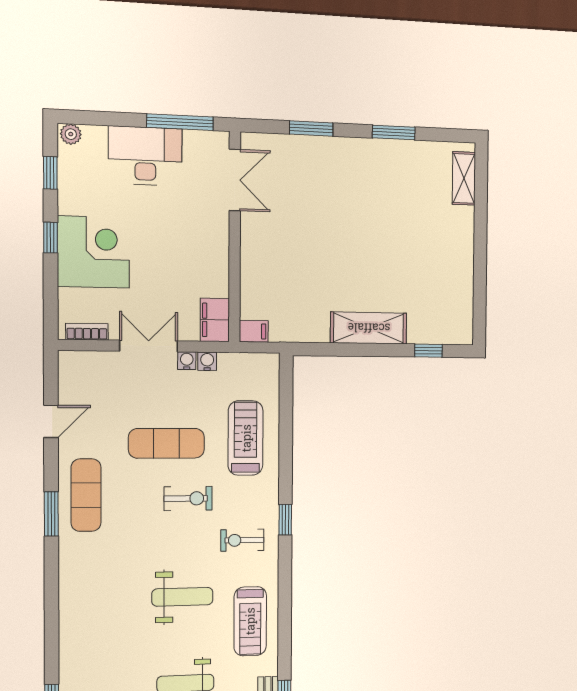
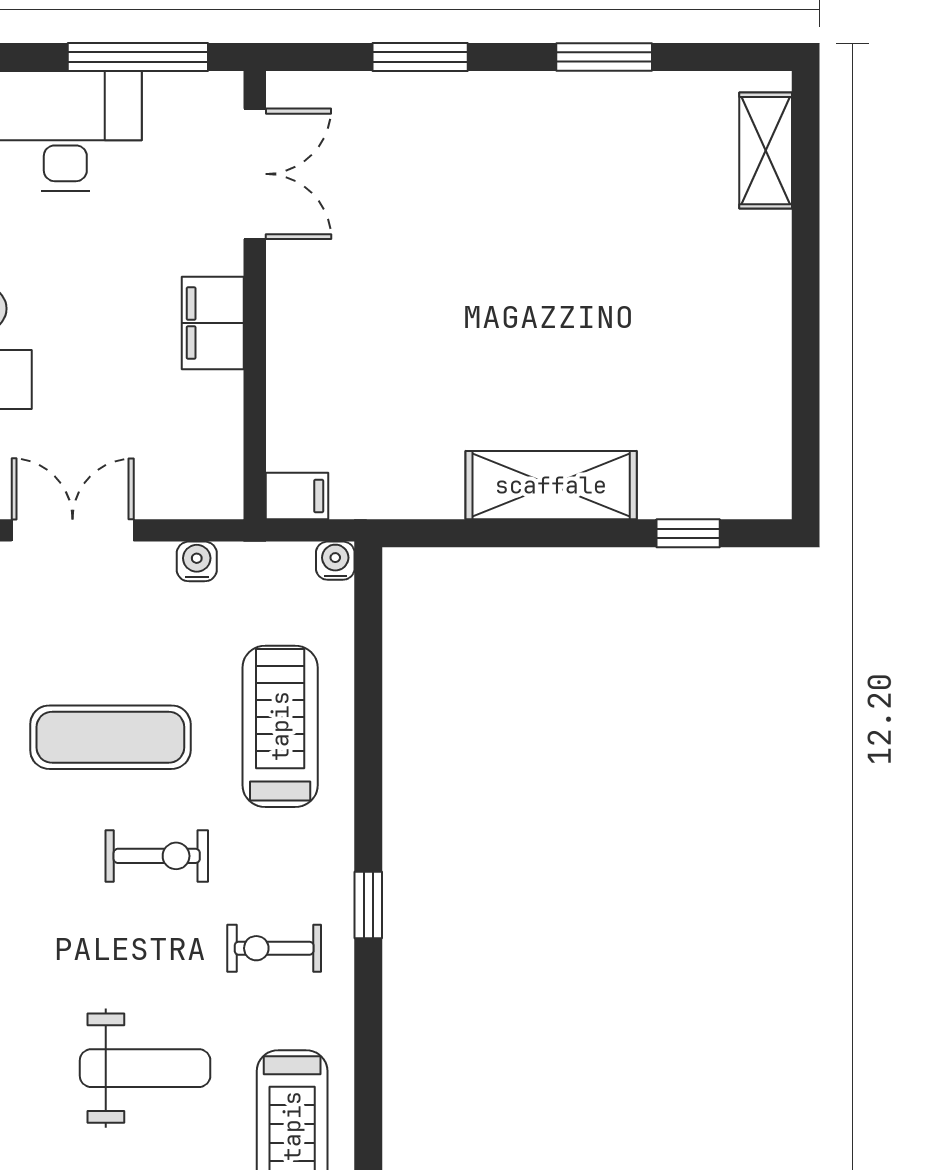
filing cabinet: (215, 320) -> (213, 323), moved
water cooler: (187, 361) -> (335, 561), moved

